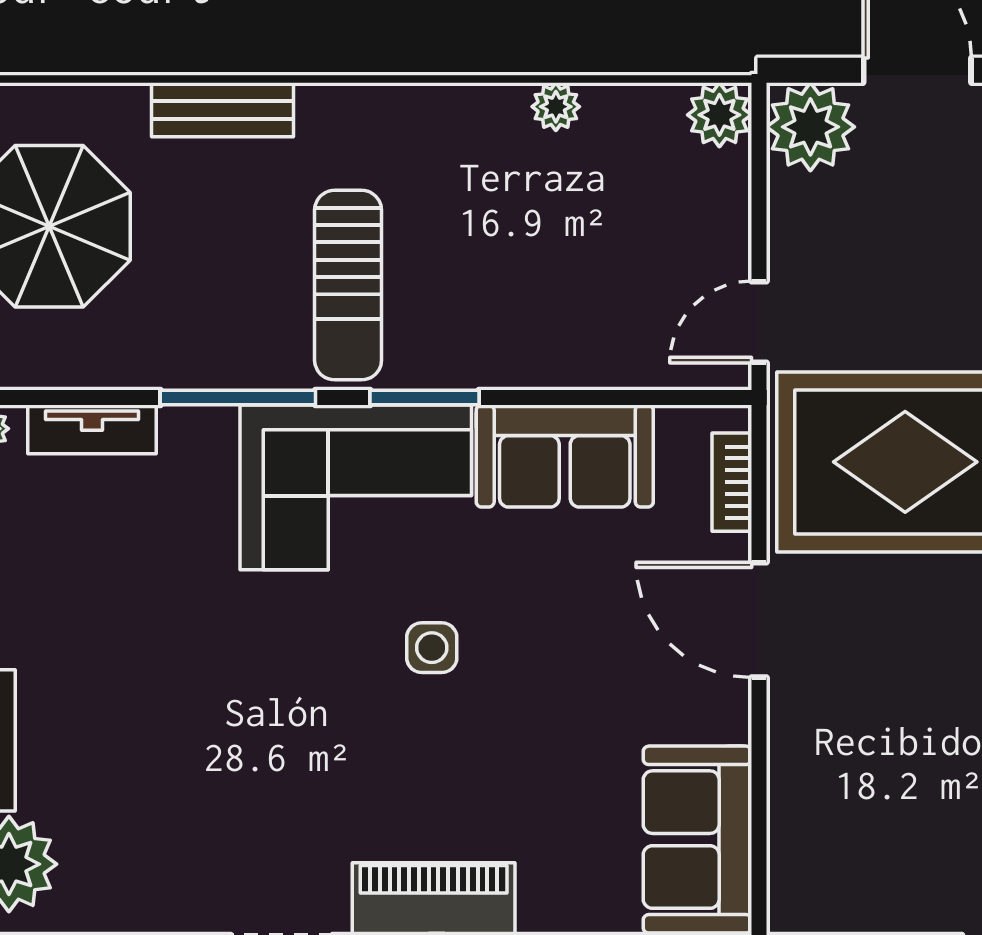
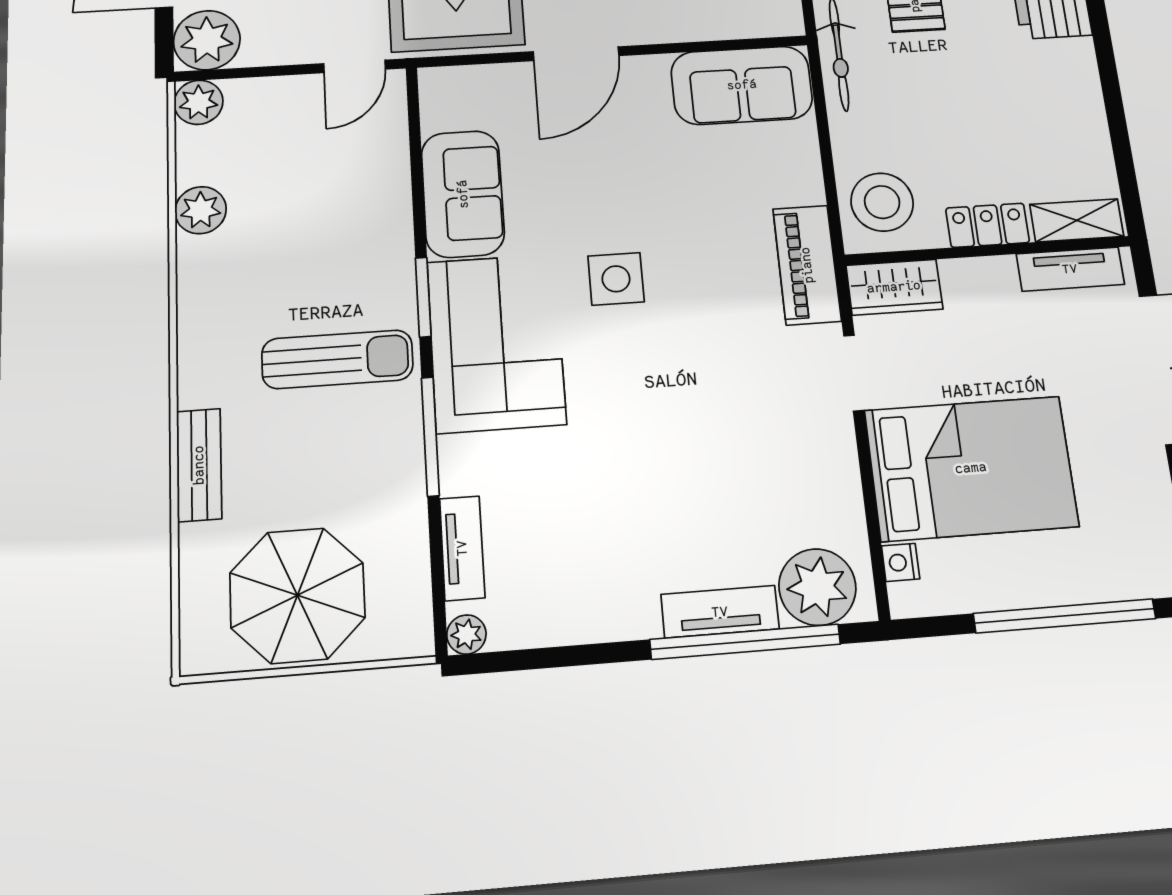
plant: (556, 107) -> (201, 210), width x1.38, depth x1.38
door: (759, 322) -> (355, 66), hinge flipped
bookcase: (732, 482) -> (475, 78), removed
side table: (432, 648) -> (616, 279), width x1.37, depth x1.37

